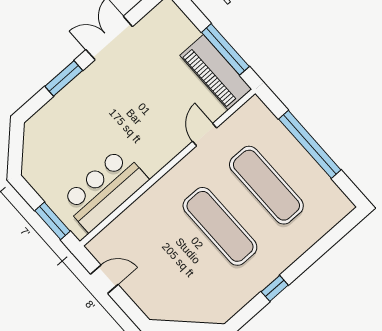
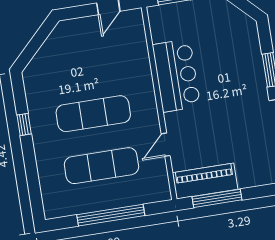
door: (205, 135) -> (166, 145), swing flipped
bar counter: (104, 190) -> (176, 76), moved

